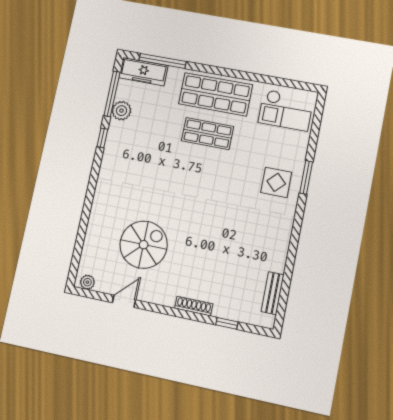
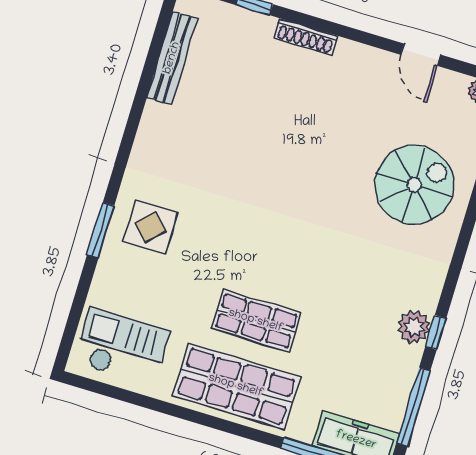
plant: (121, 111) -> (414, 327), moved
spiral stairs: (144, 245) -> (414, 185), moved, turned 180
bench: (273, 293) -> (172, 58), width x1.36
door: (124, 301) -> (421, 55), hinge flipped

